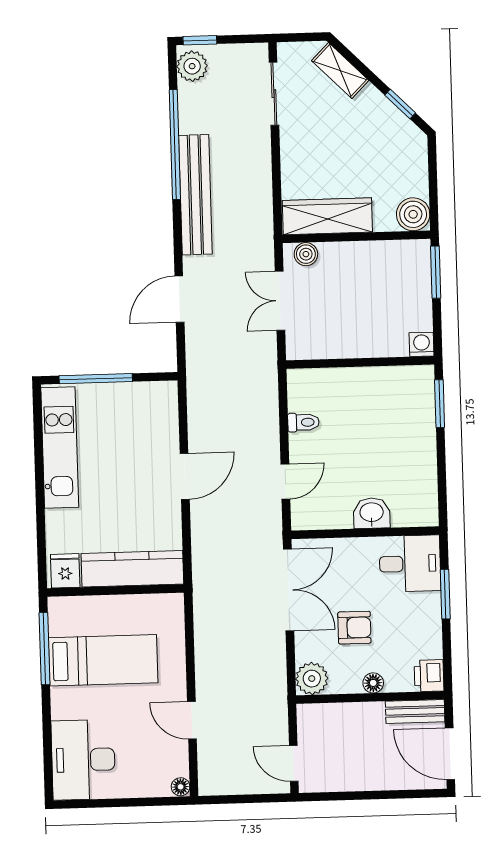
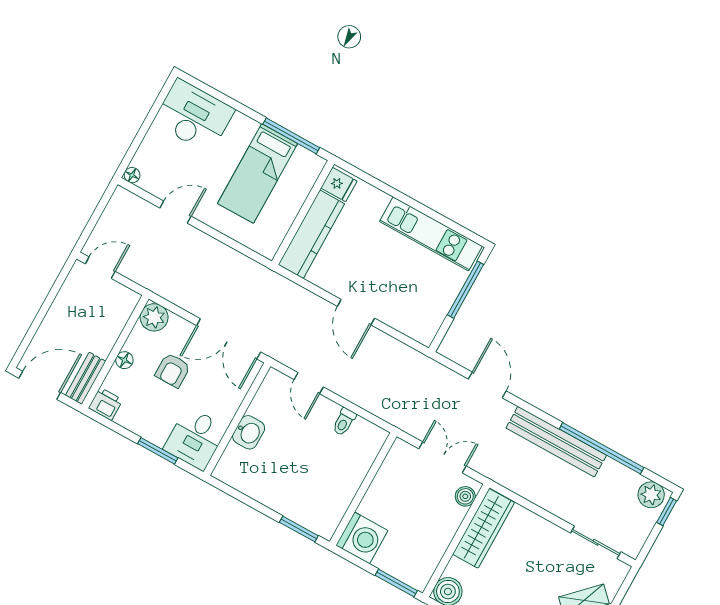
washing machine: (422, 344) -> (362, 538), width x1.89, depth x1.89

